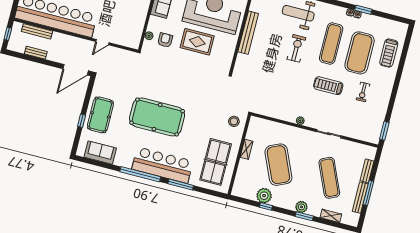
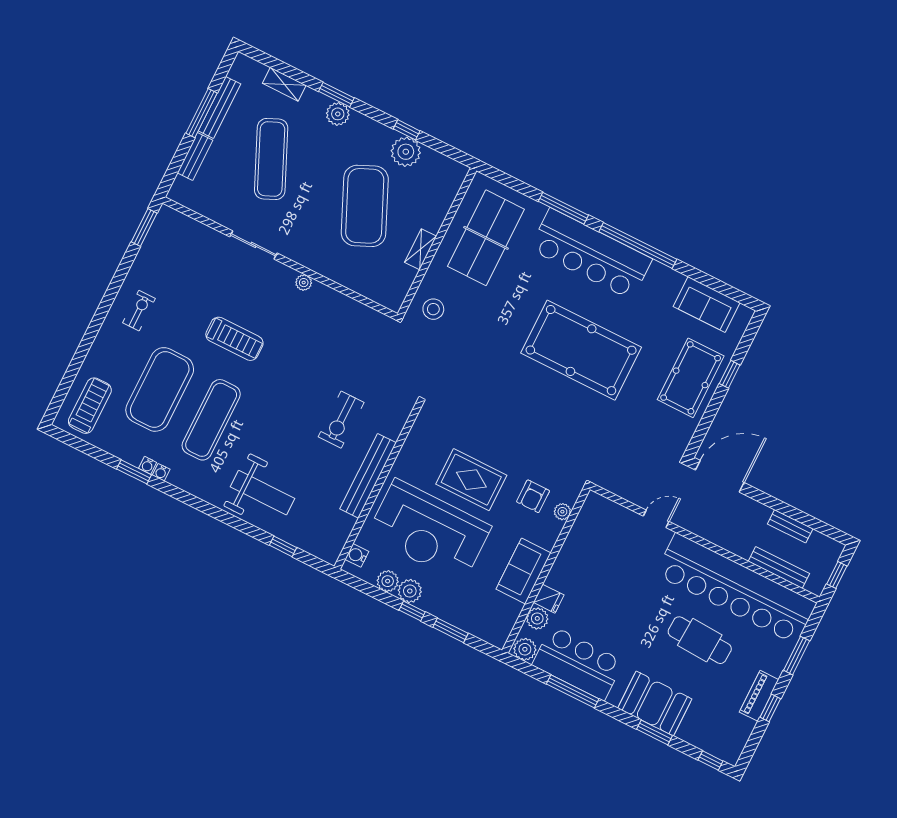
exercise bike: (296, 48) -> (341, 420), moved
treadmill: (389, 53) -> (90, 406), moved
exercise bike: (363, 92) -> (139, 311), moved

